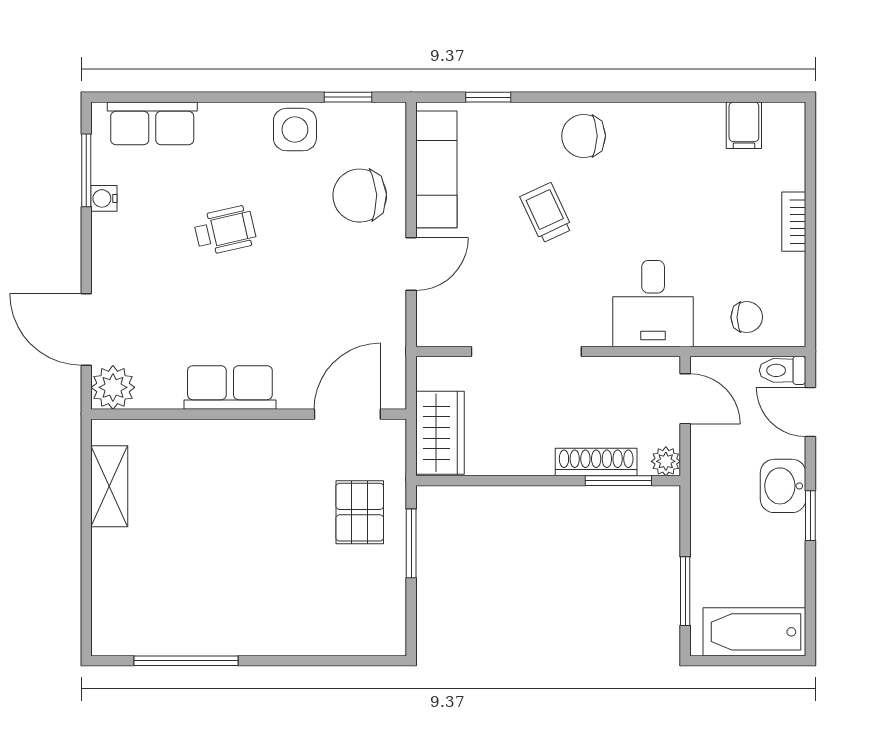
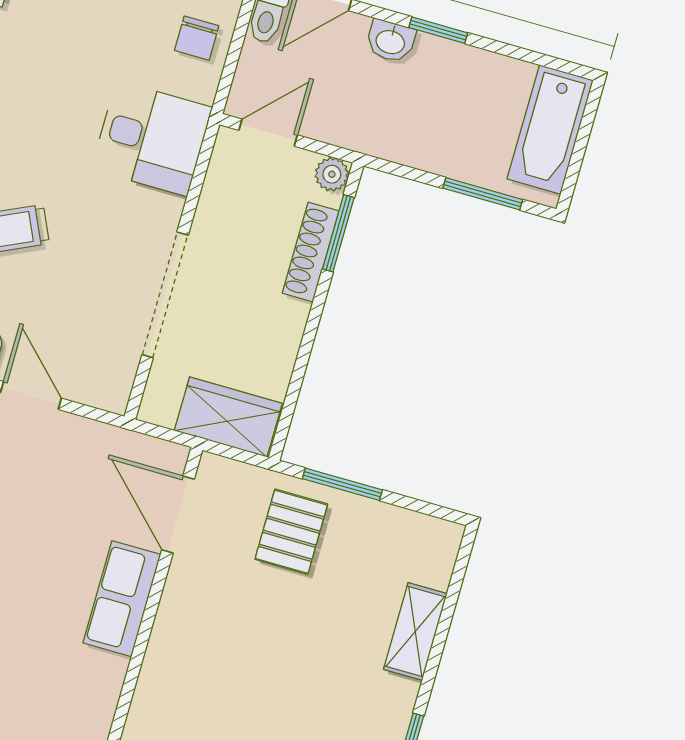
chair: (747, 317) -> (197, 38), turned 180
row of seats: (230, 387) -> (122, 599), moved
washbasin: (783, 486) -> (391, 41), width x0.72, depth x0.69
pallet: (360, 512) -> (291, 532), turned 90
shelving: (306, 639) -> (415, 631), added

